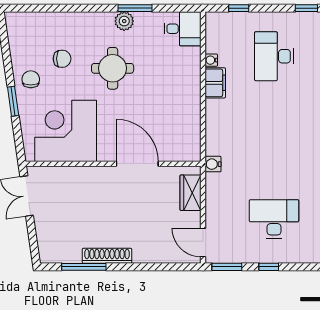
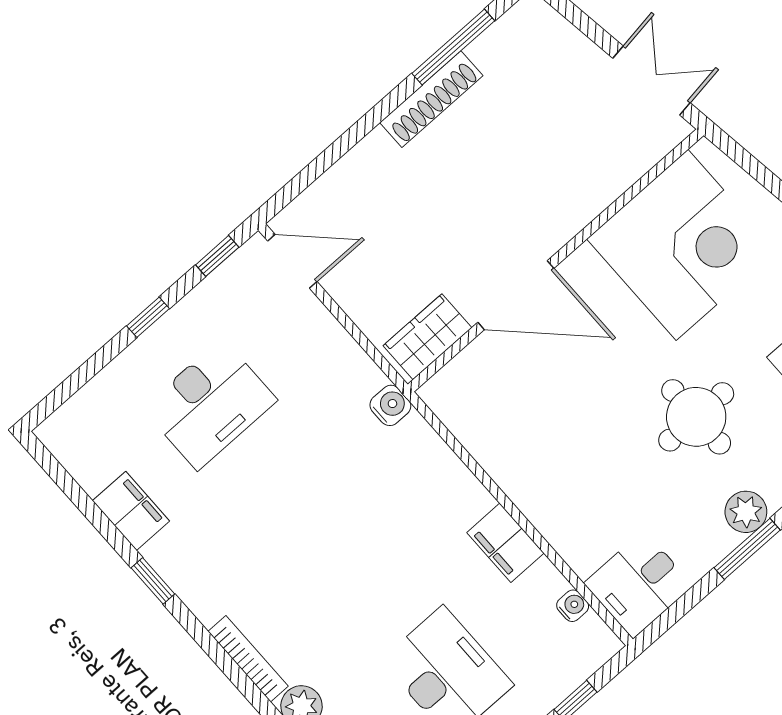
water cooler: (211, 60) -> (573, 606), moved
wardrobe: (191, 193) -> (427, 337), moved, turned -90
window: (227, 267) -> (217, 256), width x0.67

